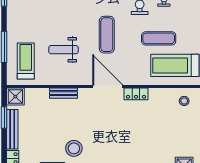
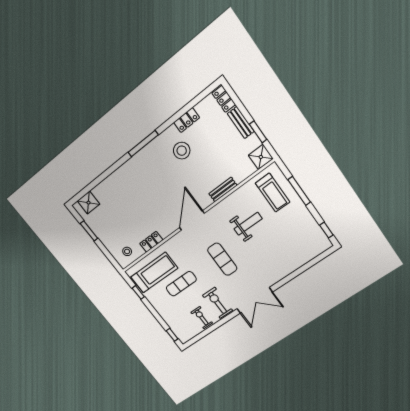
door: (108, 86) -> (192, 220), swing flipped
locker: (136, 94) -> (151, 242), moved
bench: (12, 129) -> (241, 123), width x0.73

